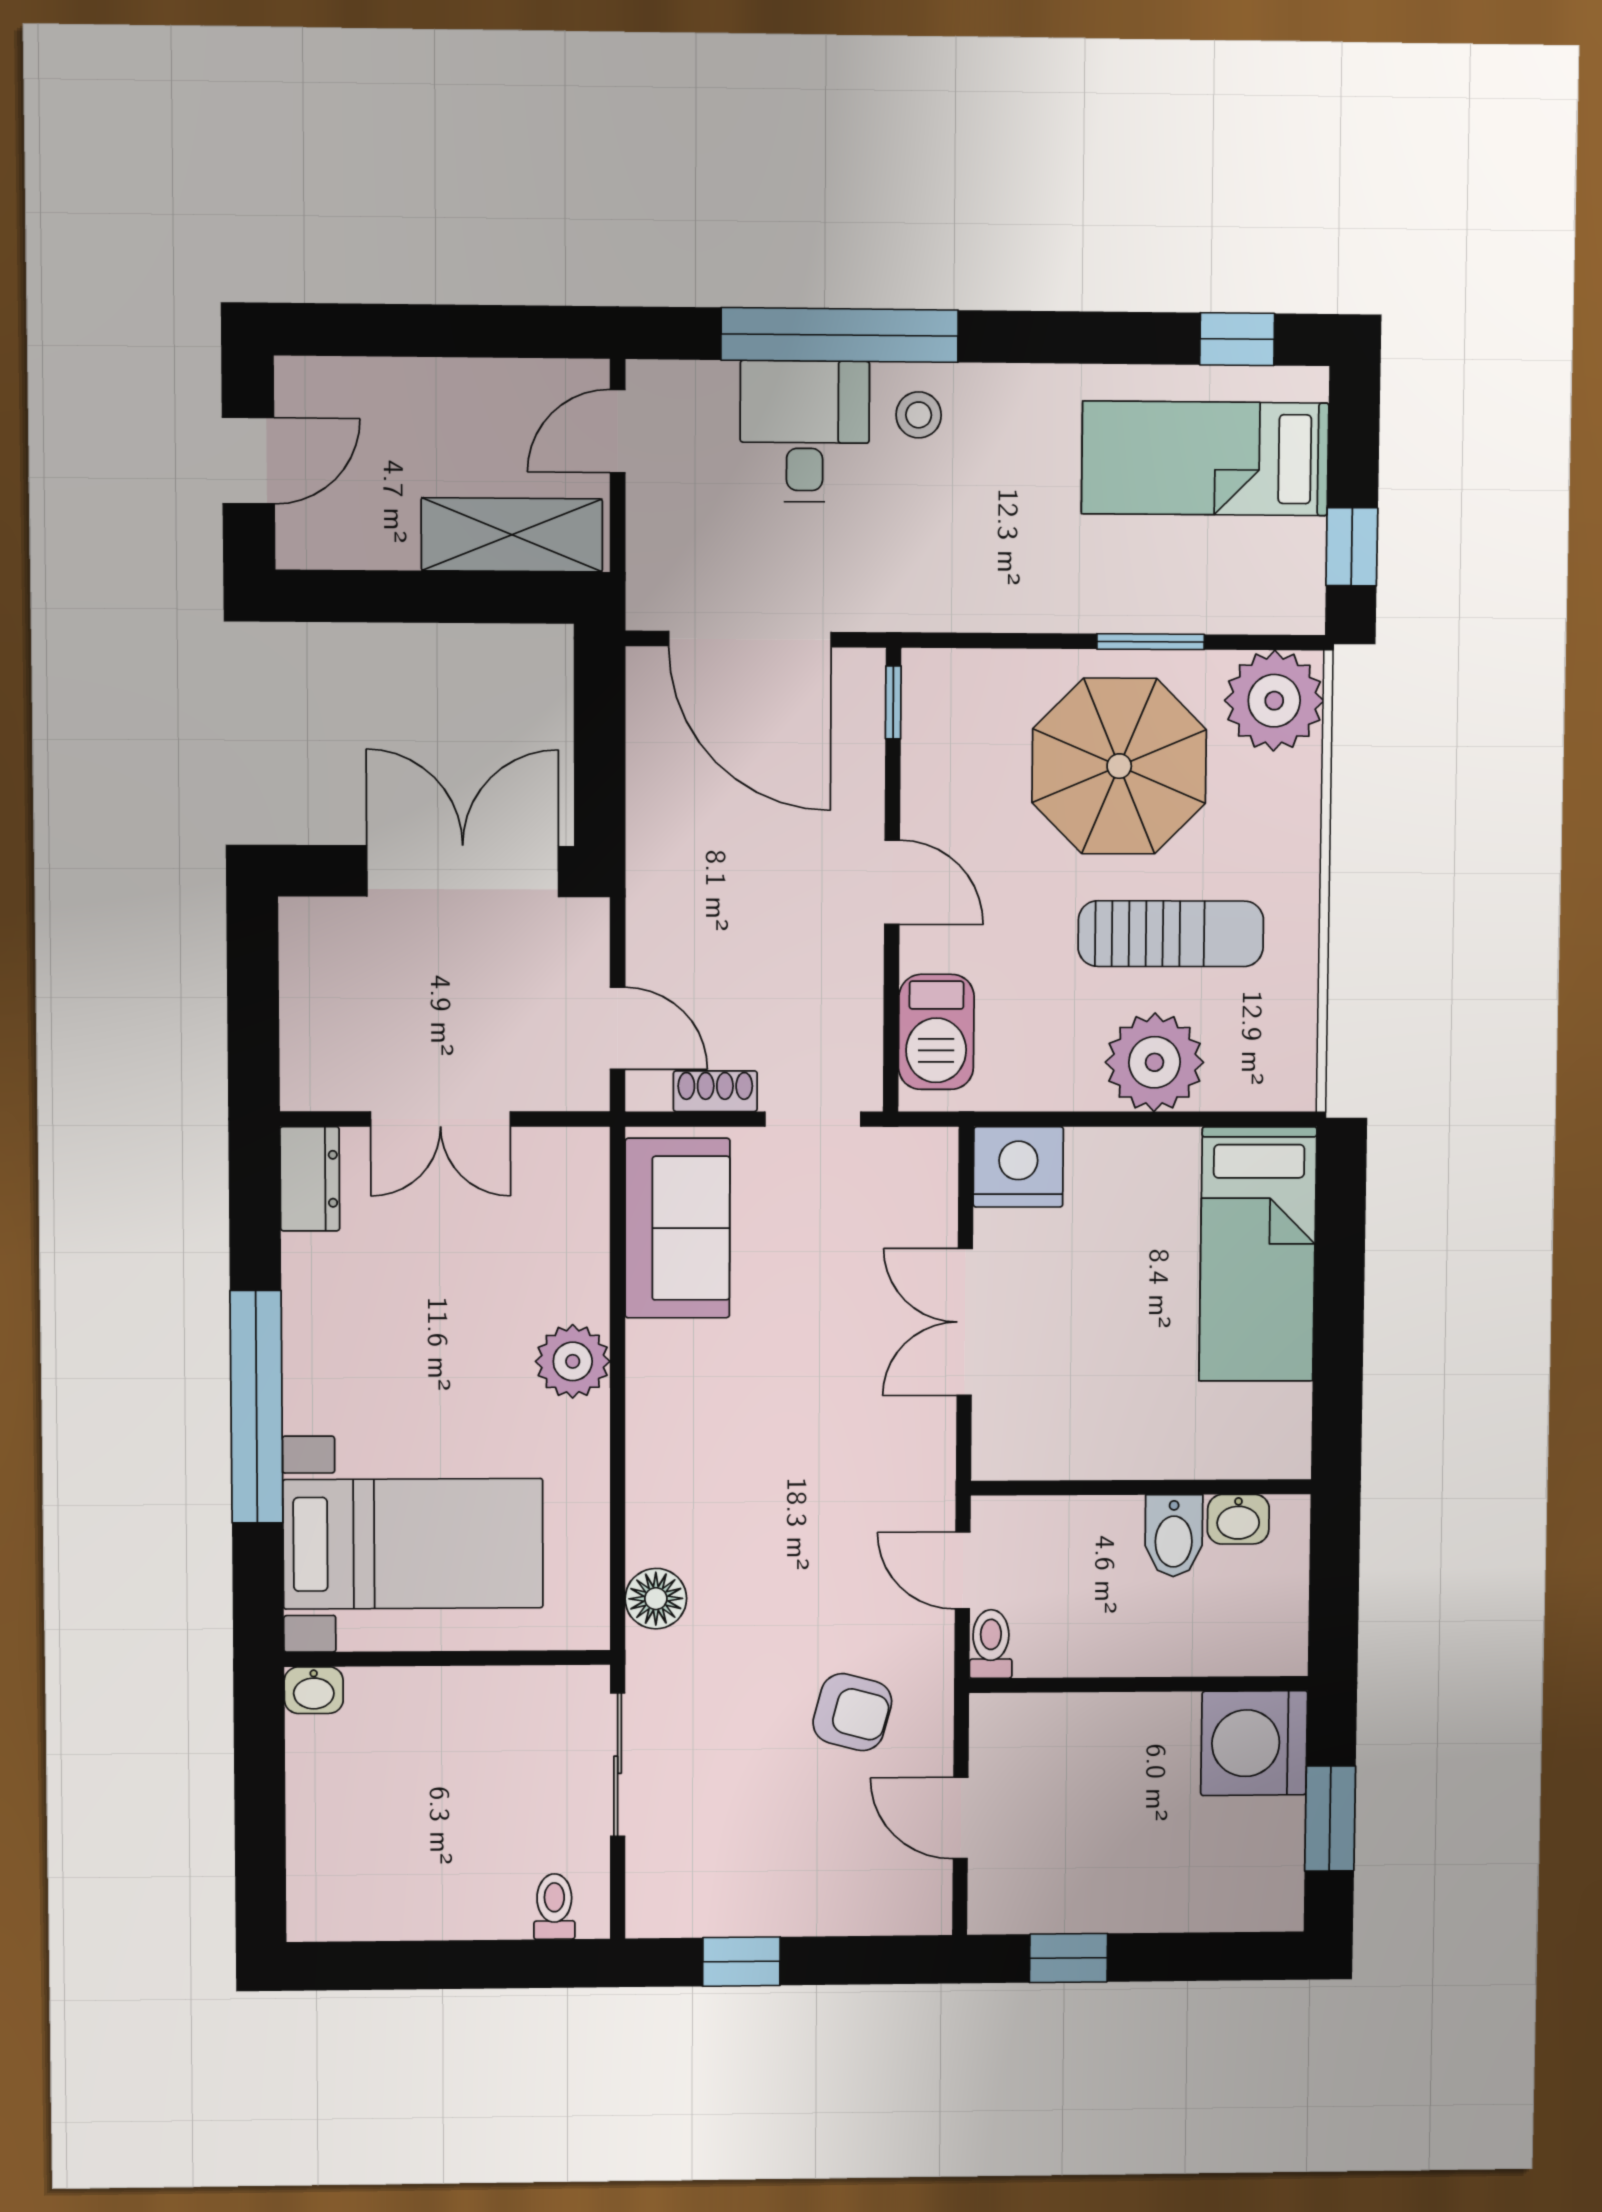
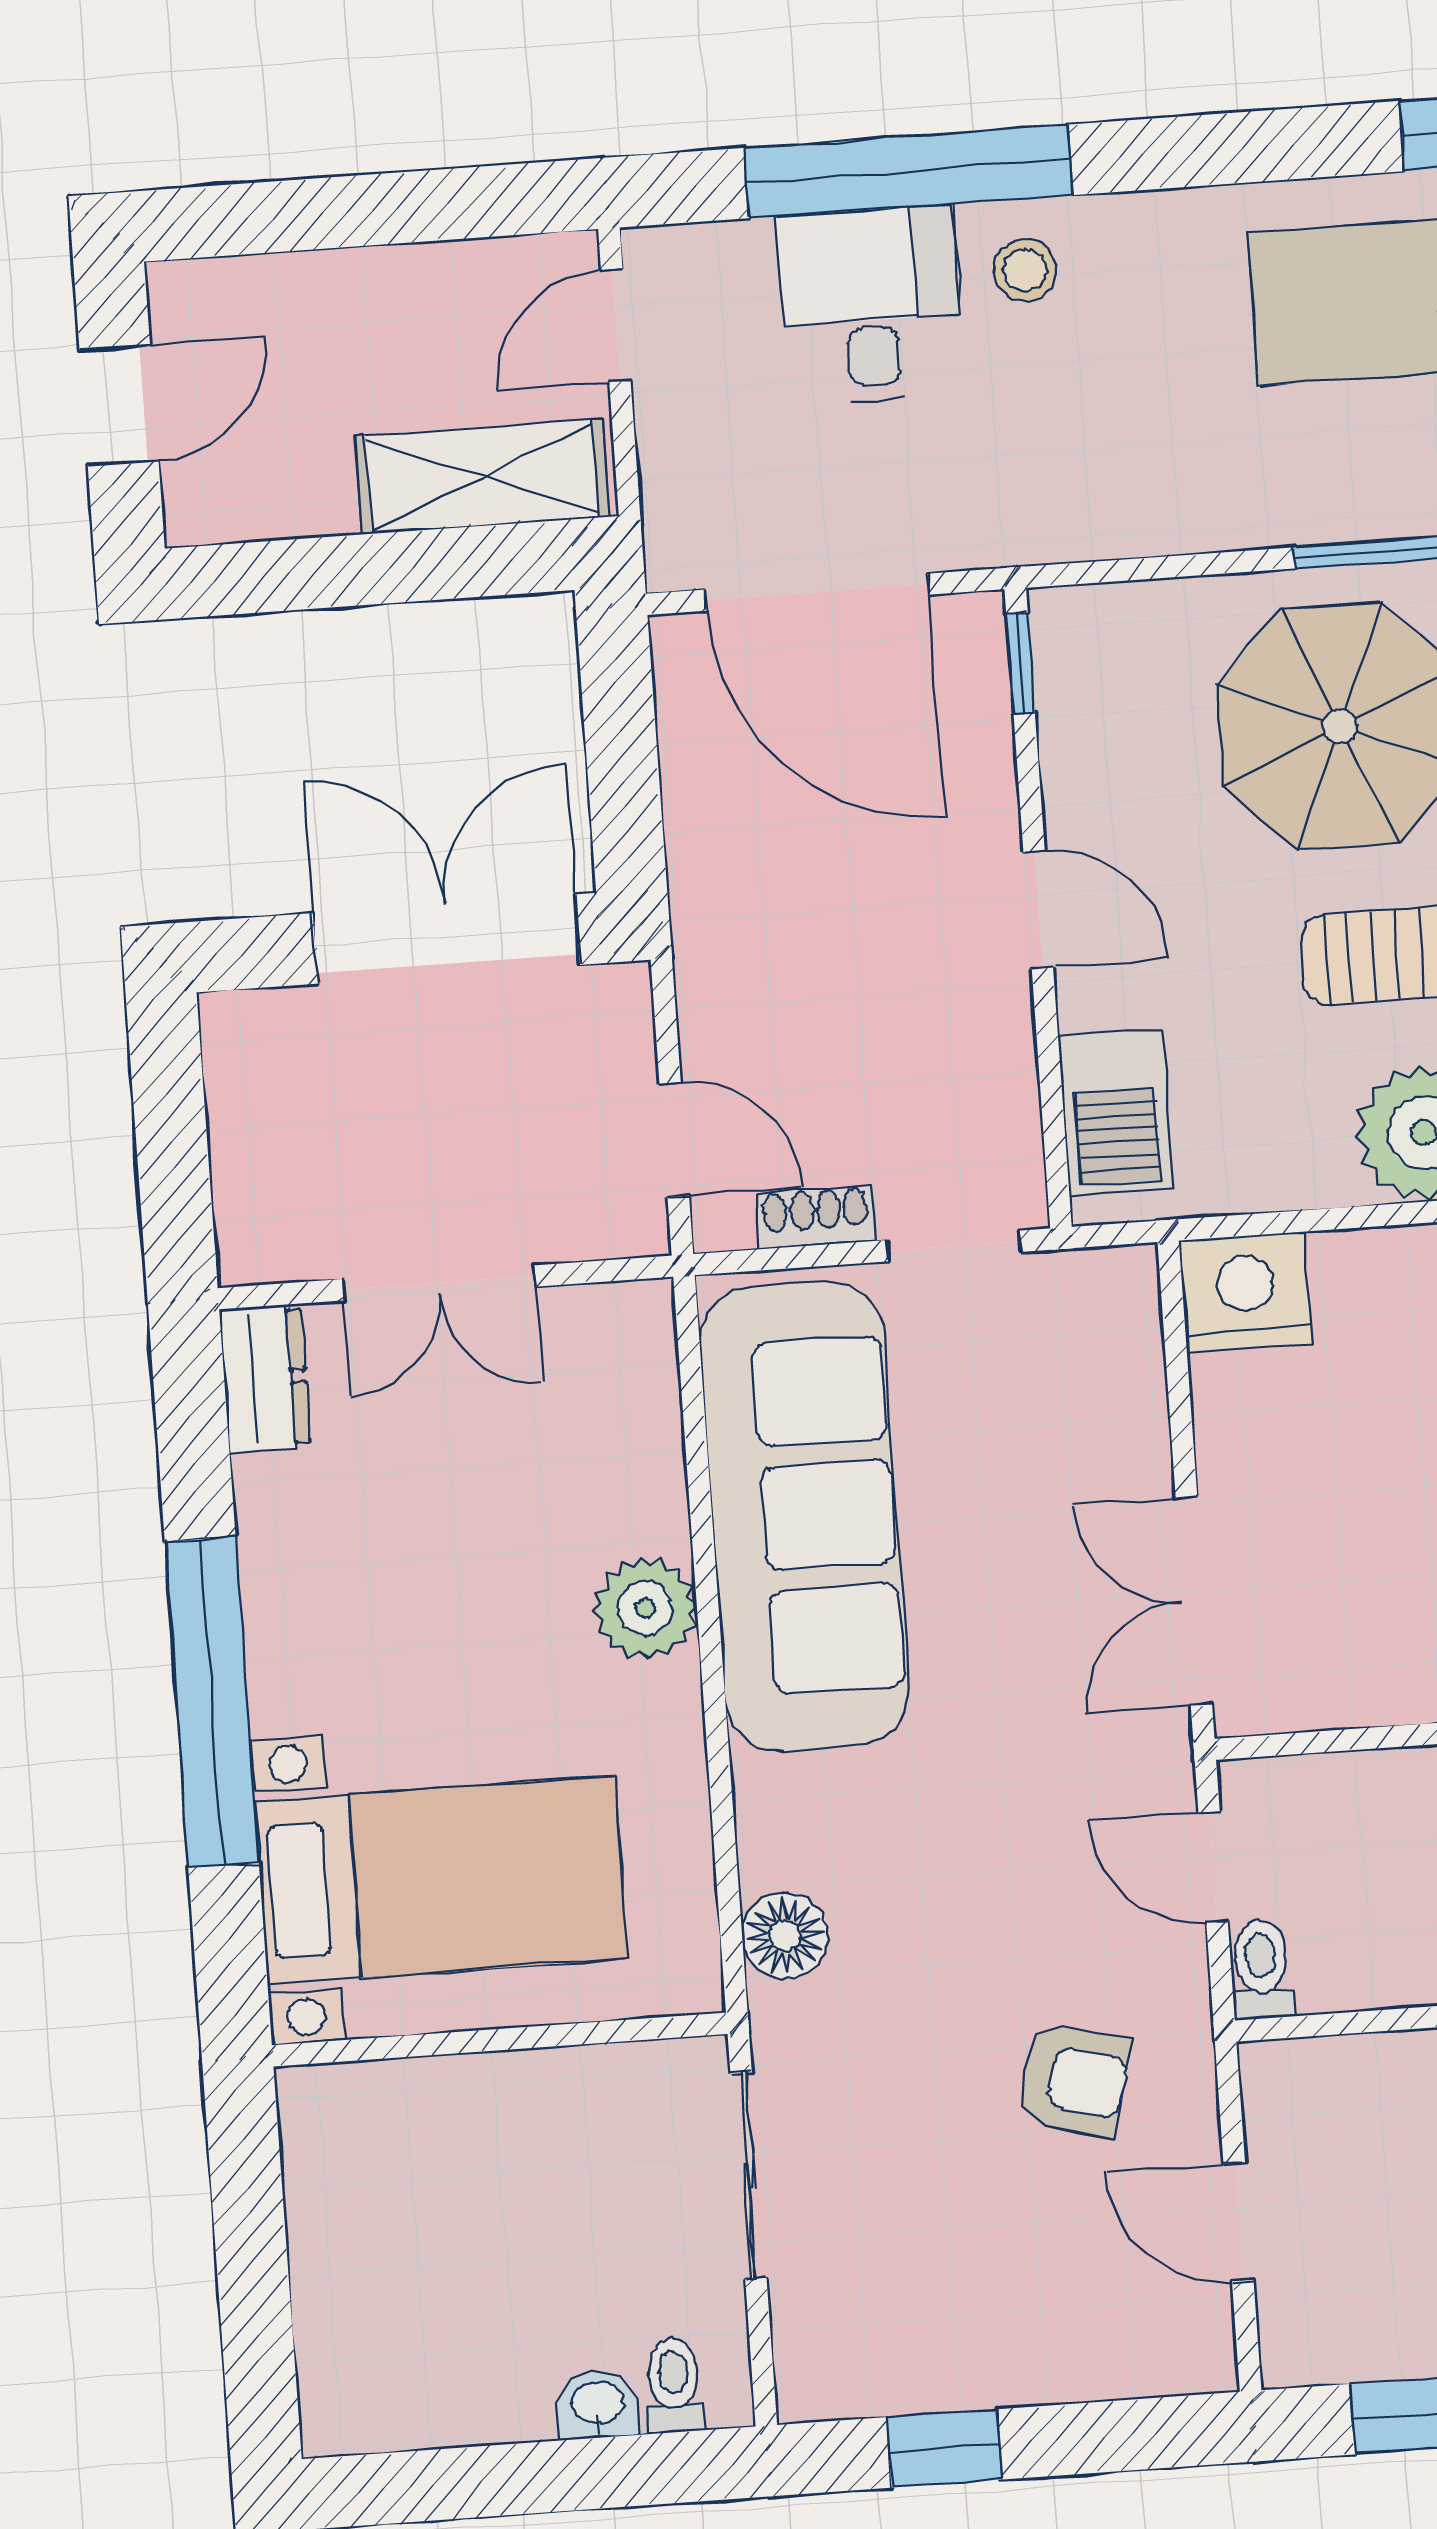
sofa: (677, 1228) -> (804, 1517), width x1.85, depth x1.27
double door: (965, 1322) -> (1194, 1601), moved
washbasin: (314, 1690) -> (598, 2405), moved, turned 180

